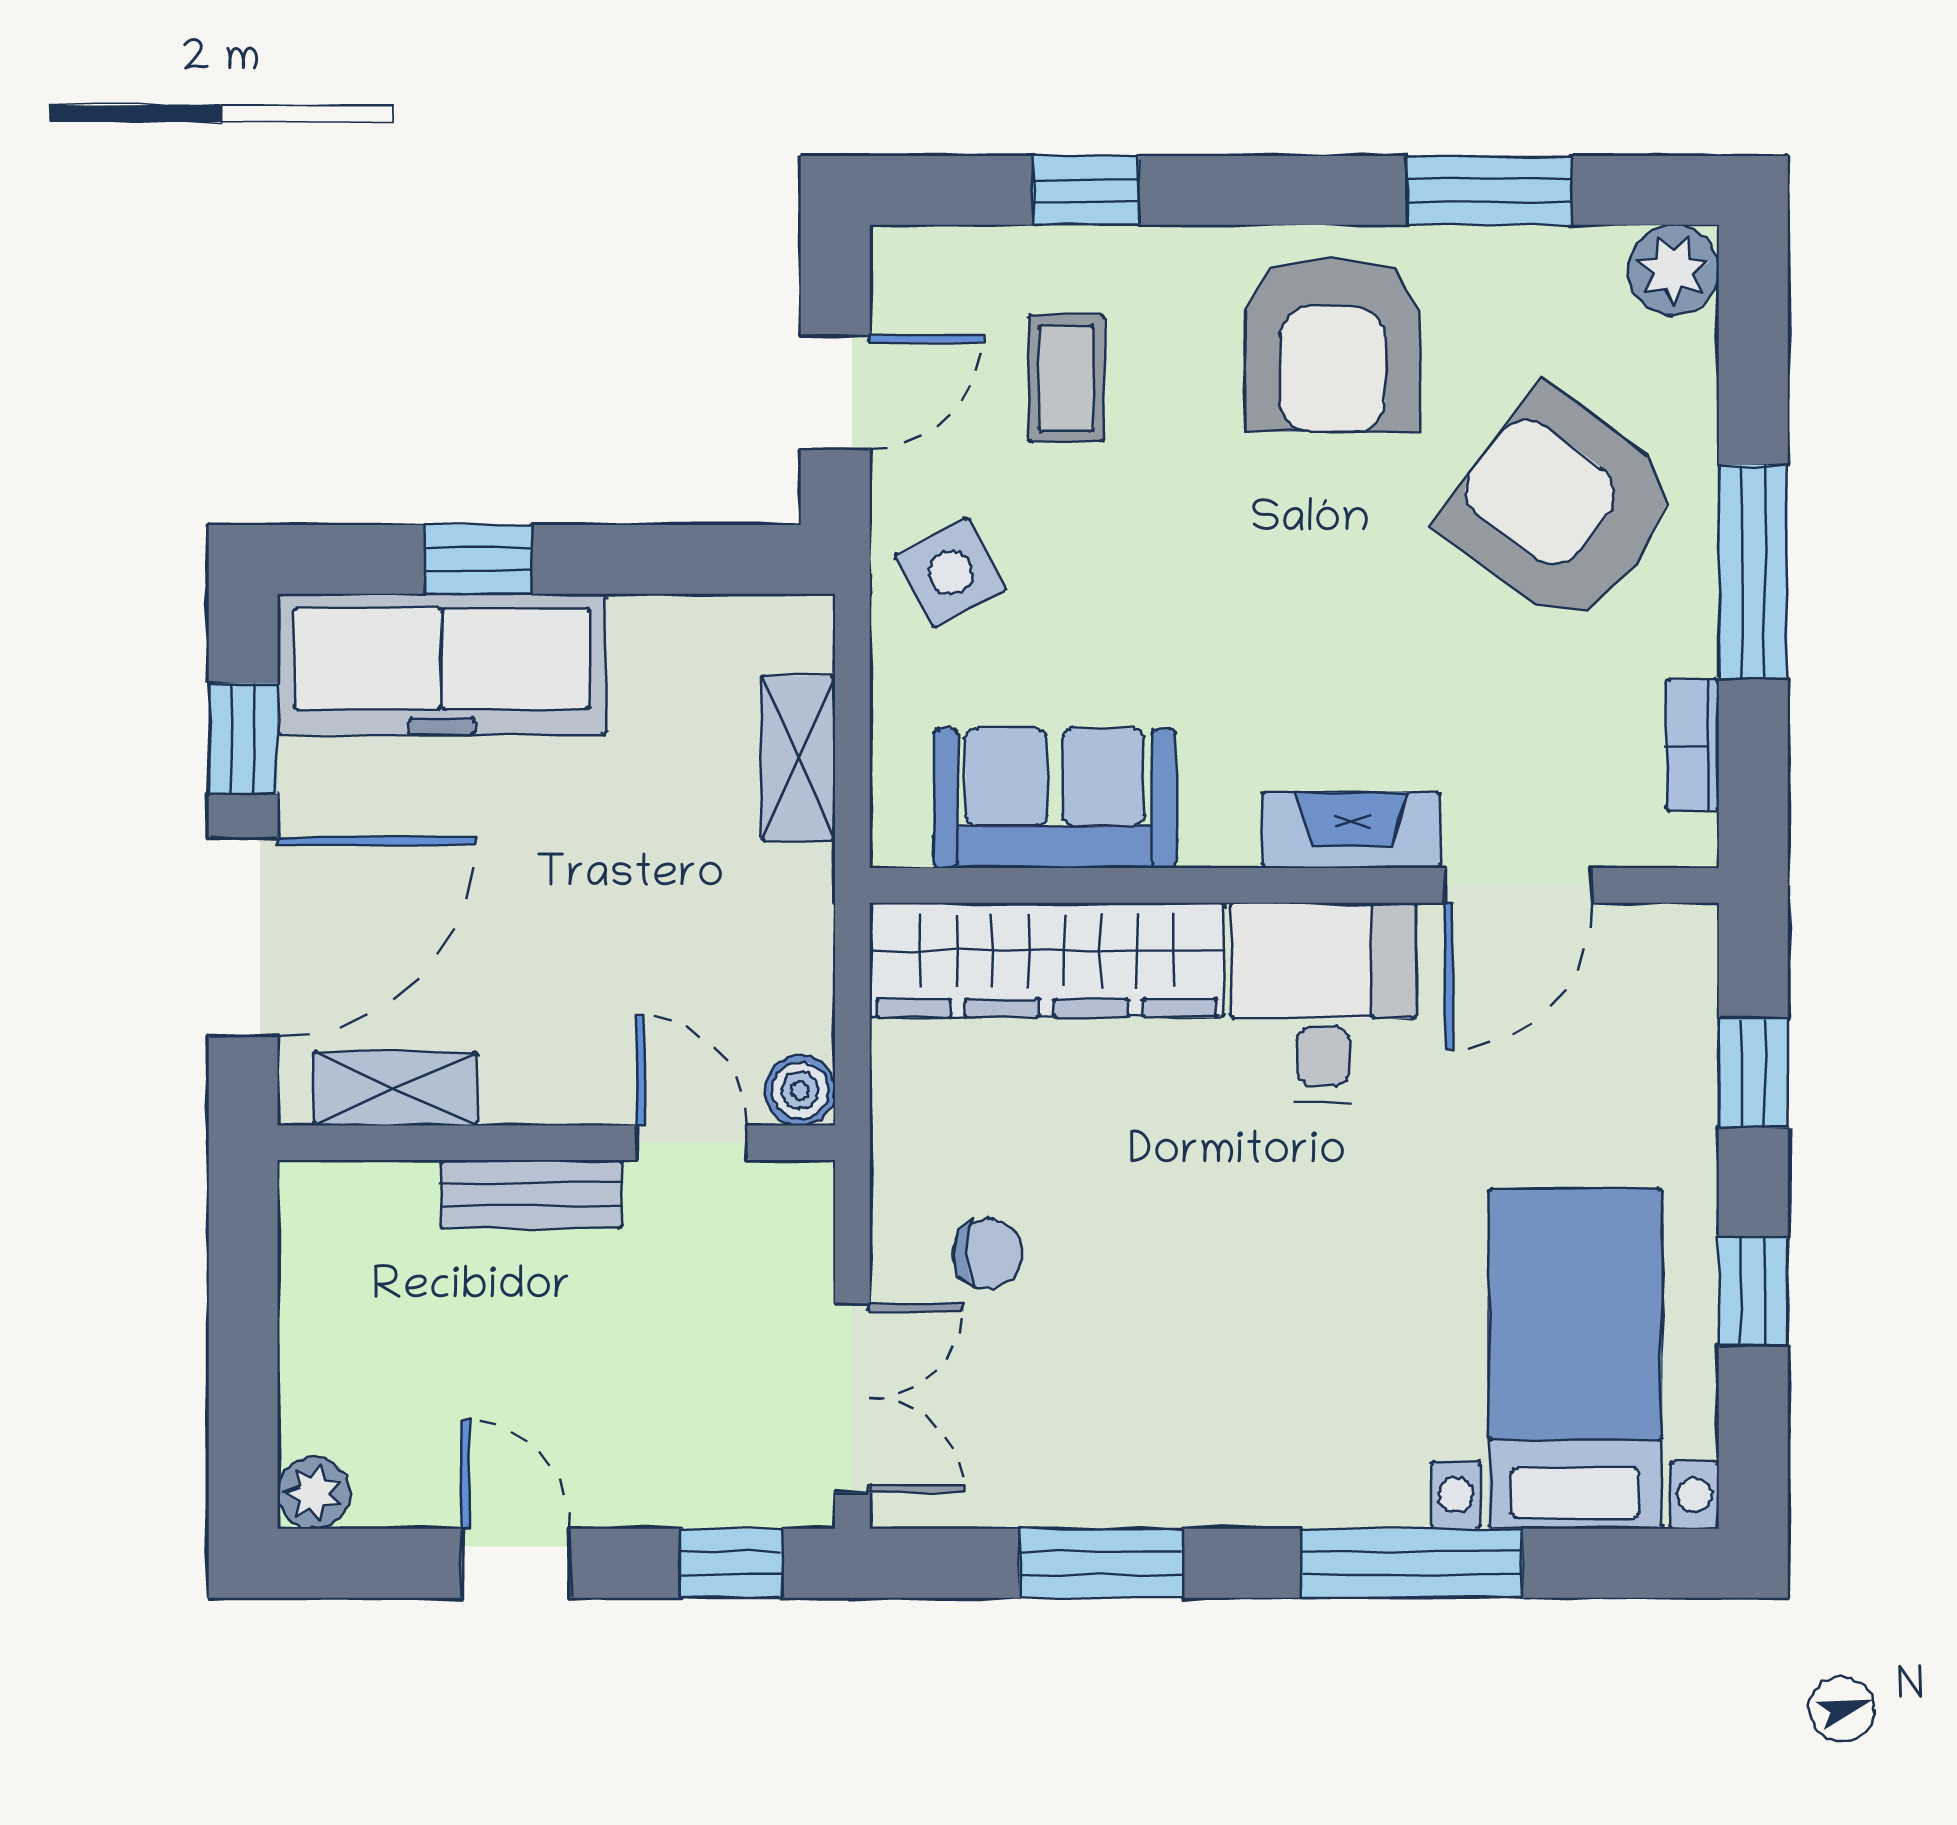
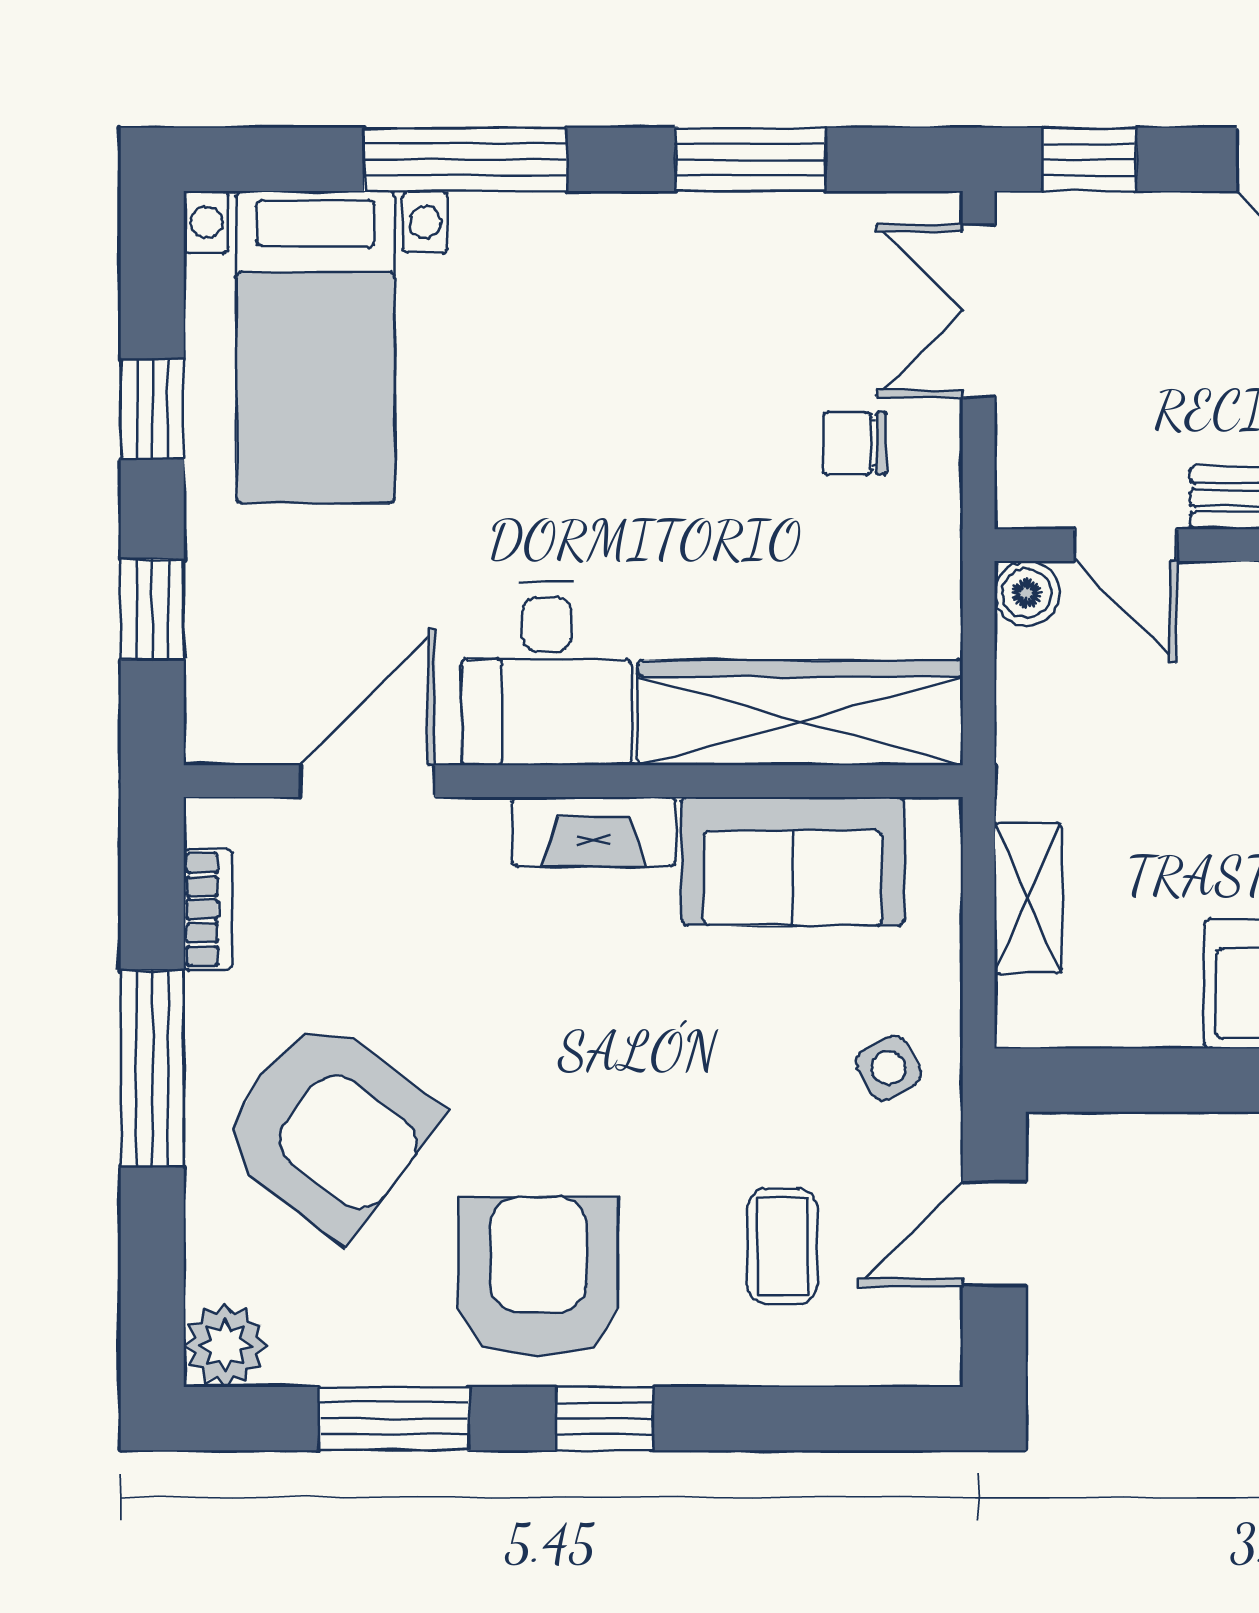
window: (1086, 190) -> (604, 1419), moved
side table: (950, 573) -> (889, 1068), width x0.73, depth x0.73
fireplace: (1351, 830) -> (594, 832), moved

